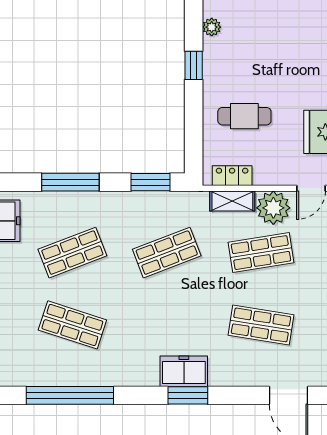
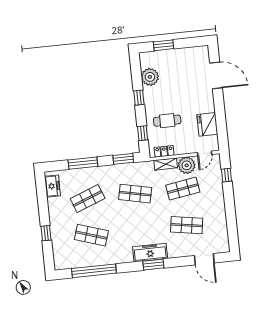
plant: (212, 27) -> (150, 77), width x1.88, depth x1.88
window: (194, 136) -> (143, 133), added
shop shelf: (167, 253) -> (135, 194), turned 33
freezer: (184, 371) -> (150, 253), width x1.40

